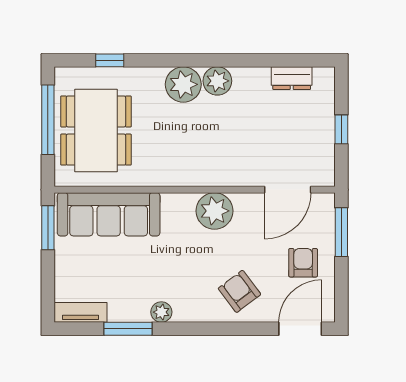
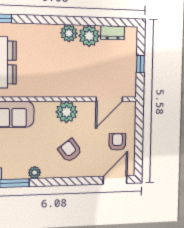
plant: (183, 84) -> (89, 36), moved
window: (341, 232) -> (139, 124), removed
armchair: (239, 291) -> (70, 151), moved

